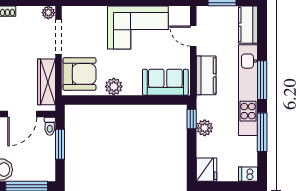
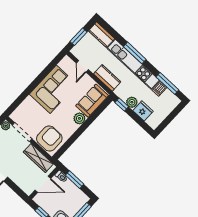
door: (193, 36) -> (82, 66), hinge flipped
plant: (114, 87) -> (79, 118), moved
door: (22, 114) -> (43, 184), hinge flipped
window: (262, 132) -> (167, 83), moved
fridge: (206, 170) -> (143, 111), moved
dishwasher: (248, 174) -> (159, 89), moved

